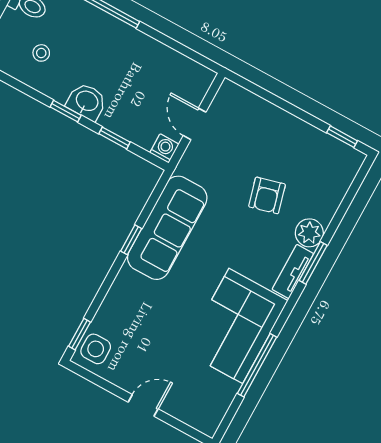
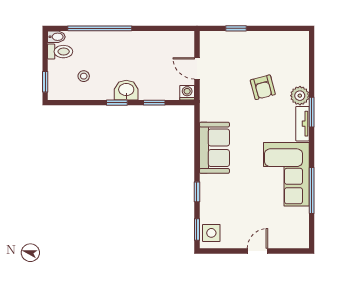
window: (342, 137) -> (236, 28), moved
sofa: (167, 228) -> (214, 148), width x0.73
window: (131, 240) -> (197, 192), moved

